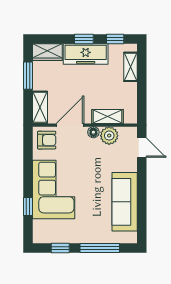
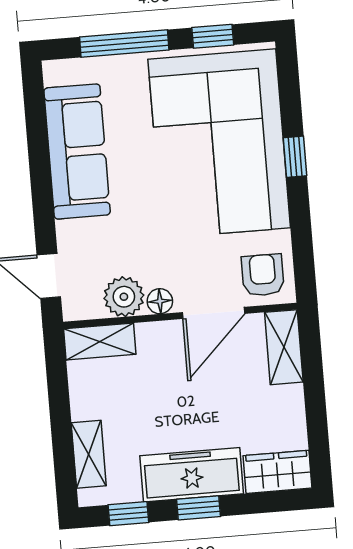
window: (28, 76) -> (316, 416), removed
shelving: (107, 116) -> (100, 342), moved
armchair: (47, 140) -> (263, 275), turned 90
corner sofa: (54, 189) -> (219, 144), width x1.36, depth x1.36
window: (28, 207) -> (295, 157), moved

